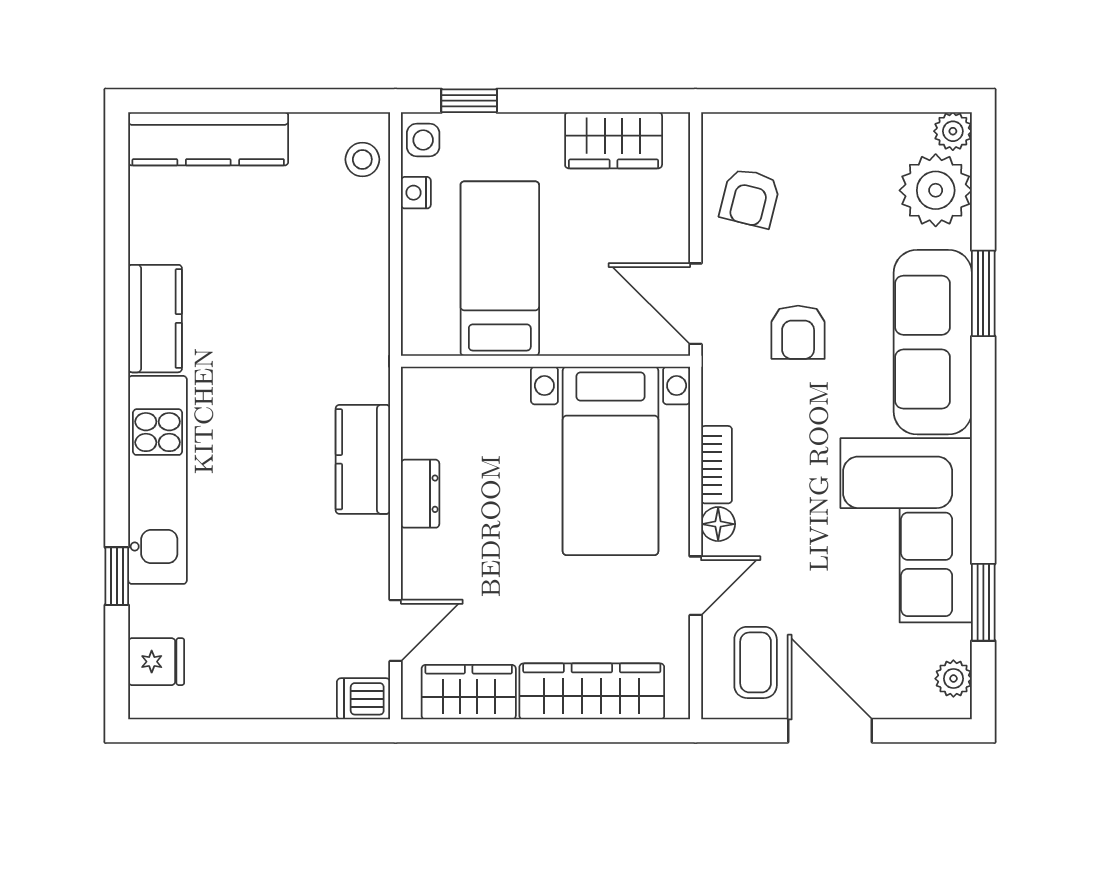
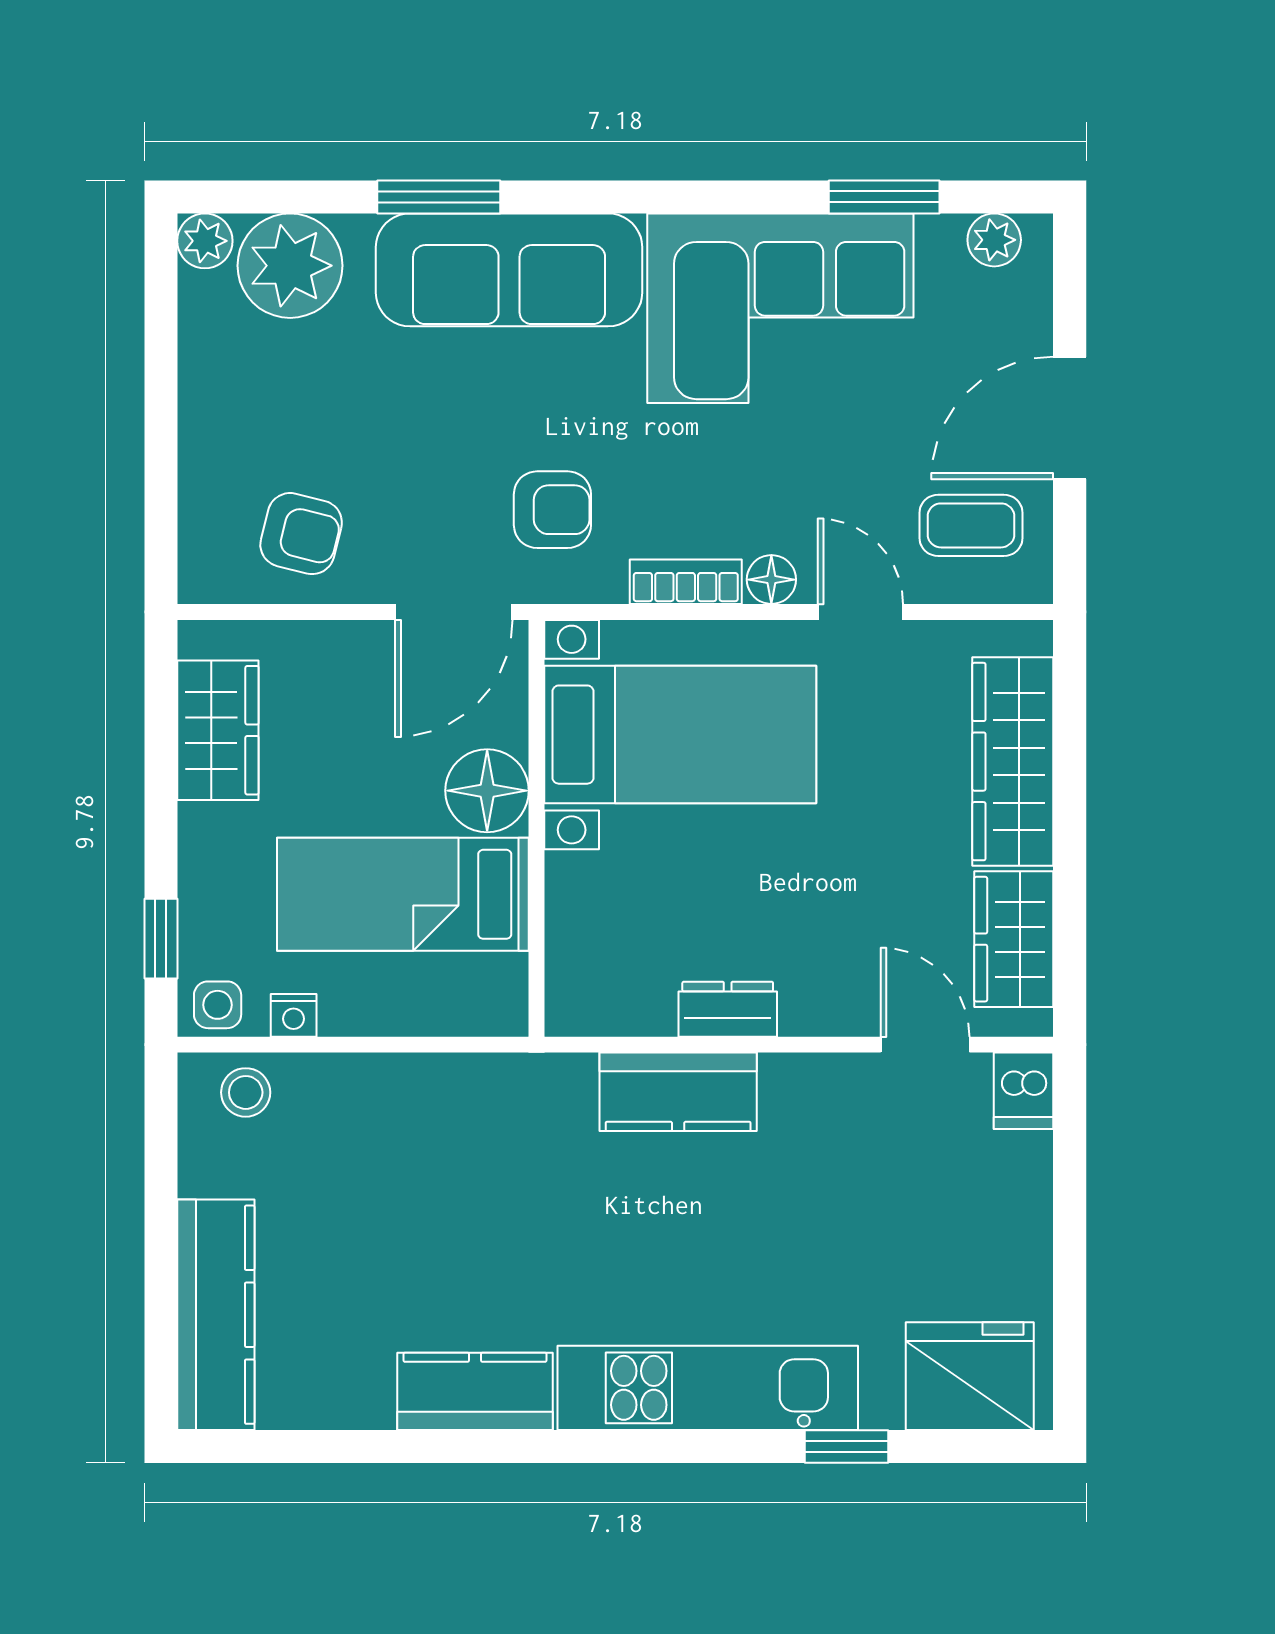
floor lamp: (572, 327) -> (487, 791), added
armchair: (798, 332) -> (552, 510), moved
fridge: (156, 662) -> (970, 1376), width x1.88, depth x1.34

